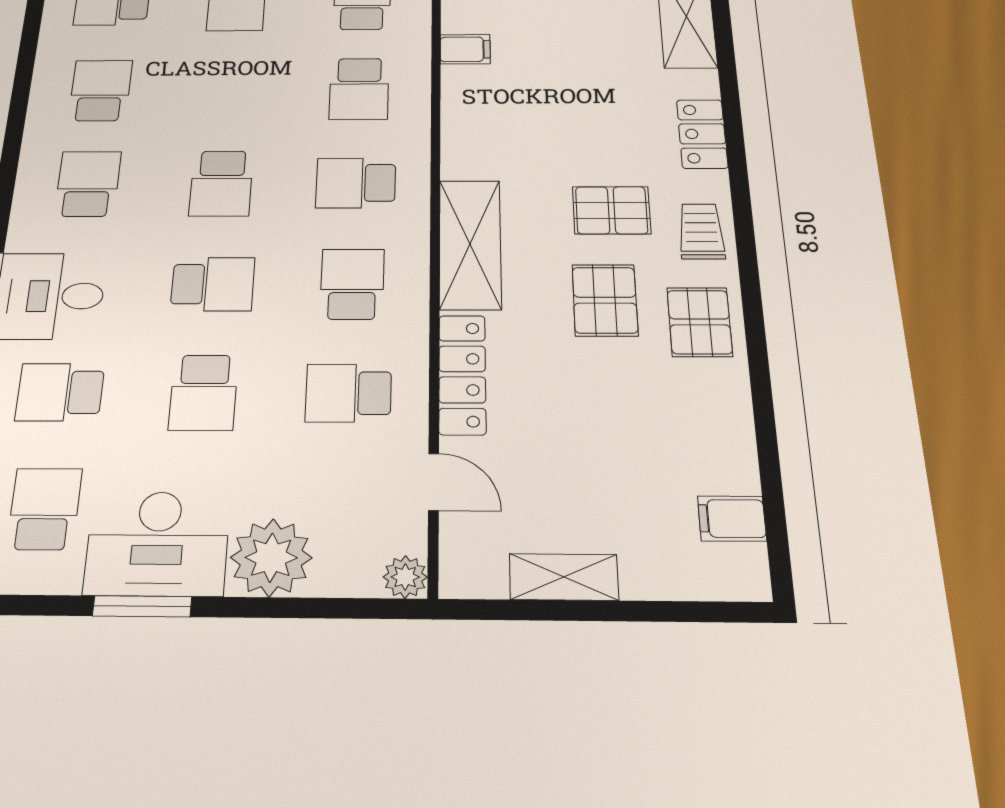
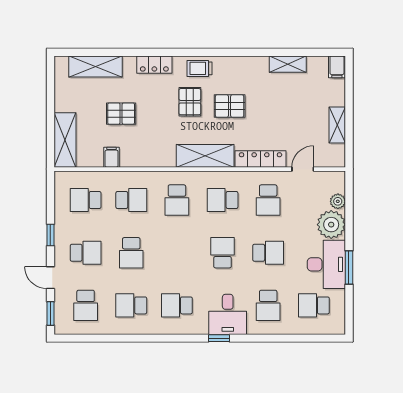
school desk: (221, 183) -> (131, 253), moved, turned 90
pallet: (700, 322) -> (121, 114), moved
shelving: (733, 444) -> (288, 64), added
filing cabinet: (732, 518) -> (337, 67), moved
plant: (405, 577) -> (338, 201), moved

